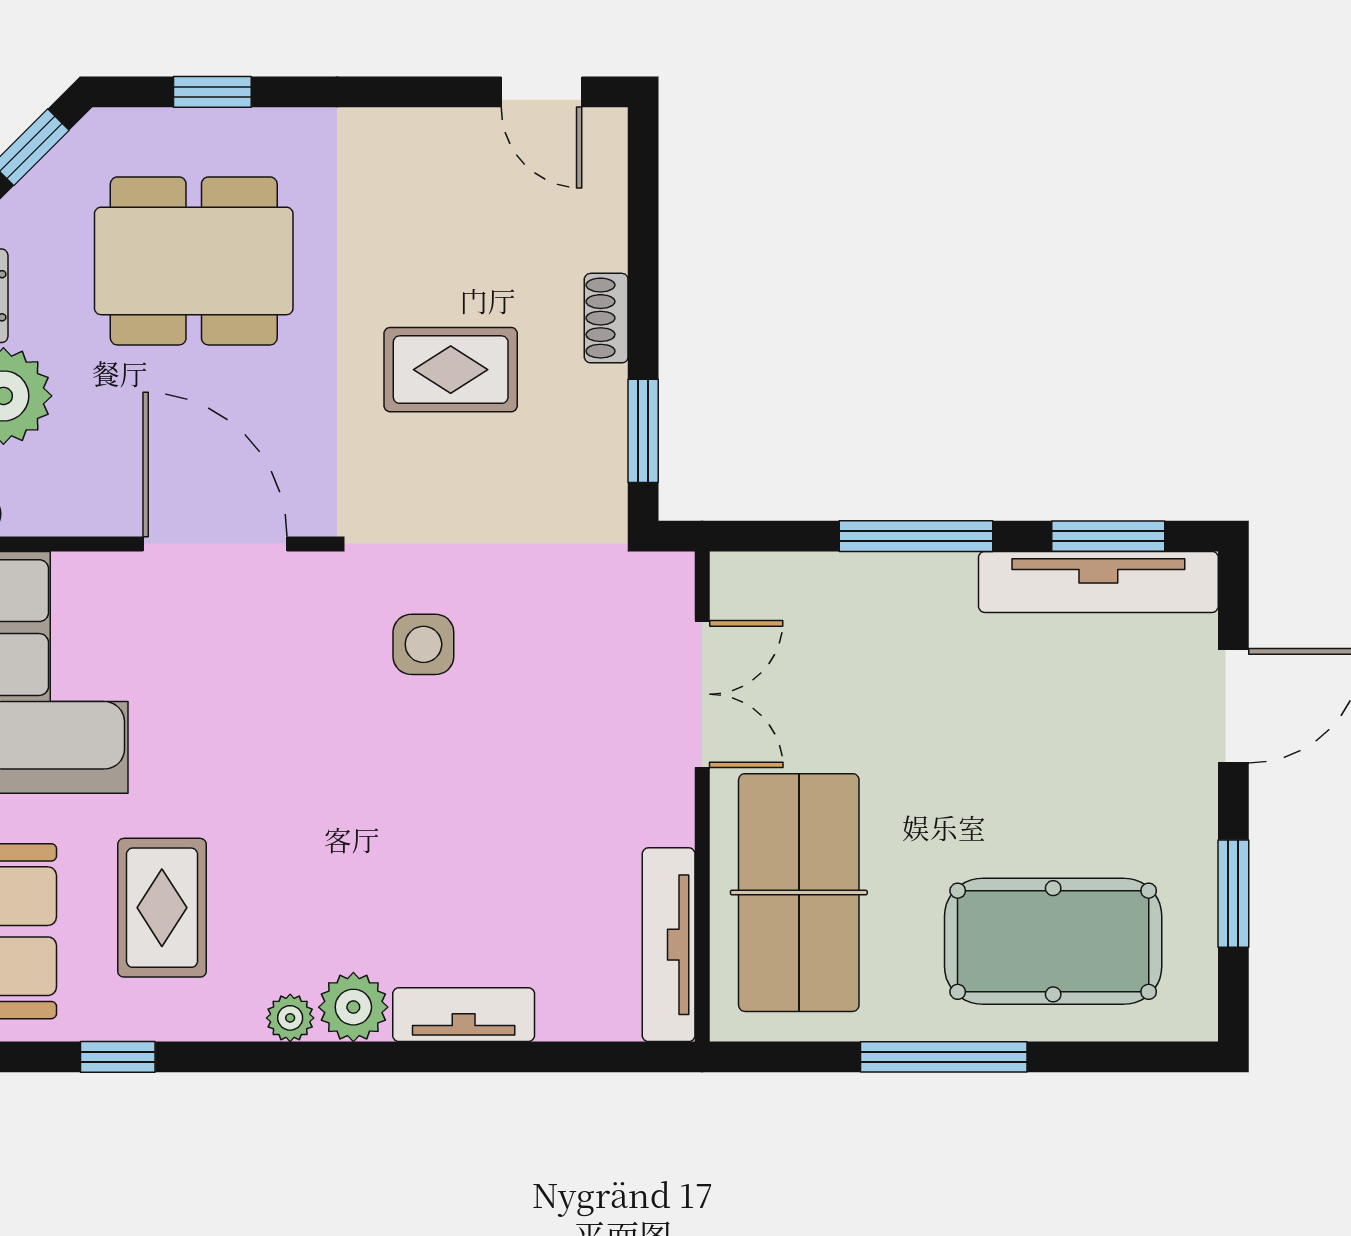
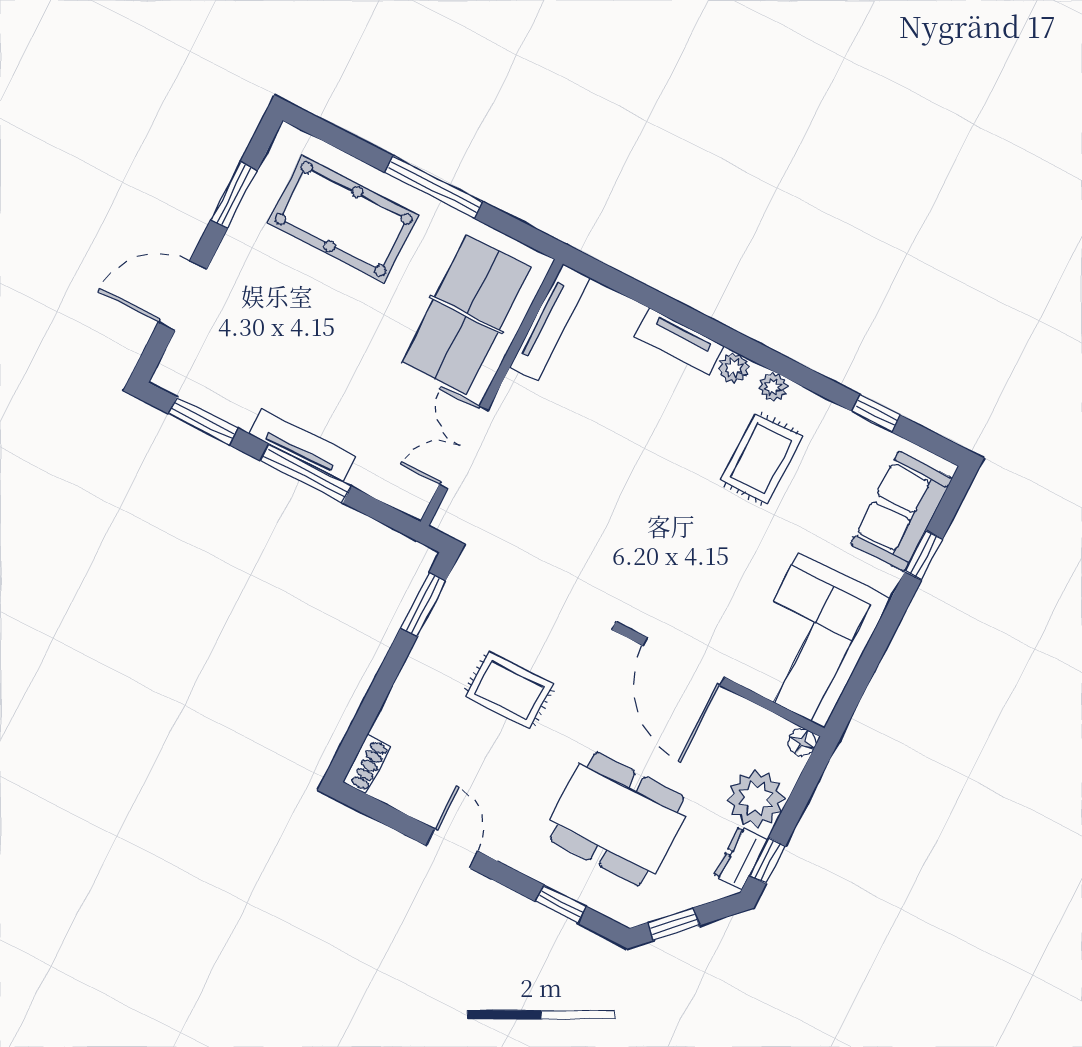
door: (541, 92) -> (452, 848), moved
shoe rack: (606, 318) -> (367, 764), moved
tv unit: (1098, 582) -> (303, 446), moved, width x0.73, depth x0.78
side table: (423, 644) -> (599, 550), removed
rug: (162, 908) -> (761, 459), moved
plant: (353, 1007) -> (734, 368), width x0.73, depth x0.73

